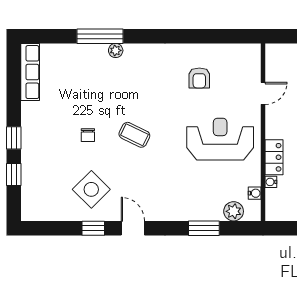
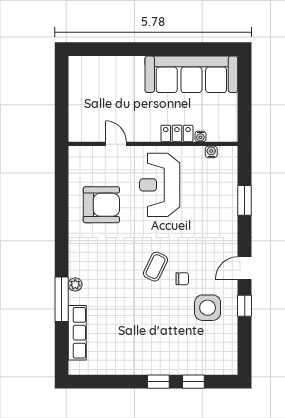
row of seats: (30, 72) -> (77, 333), moved, turned 90
armchair: (199, 78) -> (101, 205), width x1.88, depth x1.88
chair: (88, 135) -> (182, 279), moved
side table: (91, 189) -> (208, 308), turned 45
plant: (234, 211) -> (228, 172), removed

